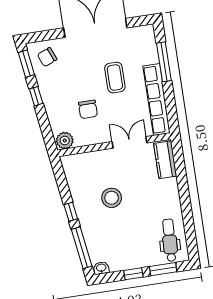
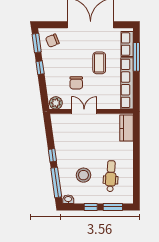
row of seats: (149, 46) -> (127, 44), added
double door: (129, 142) -> (84, 111), moved
stool: (112, 198) -> (83, 175), moved
dental chair: (170, 240) -> (111, 176), moved

